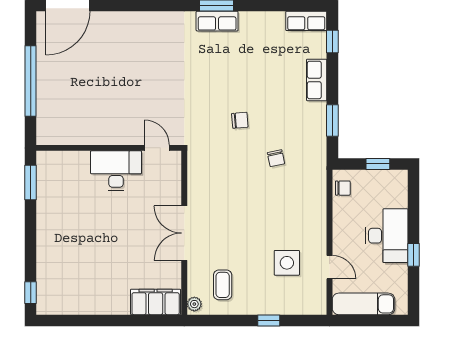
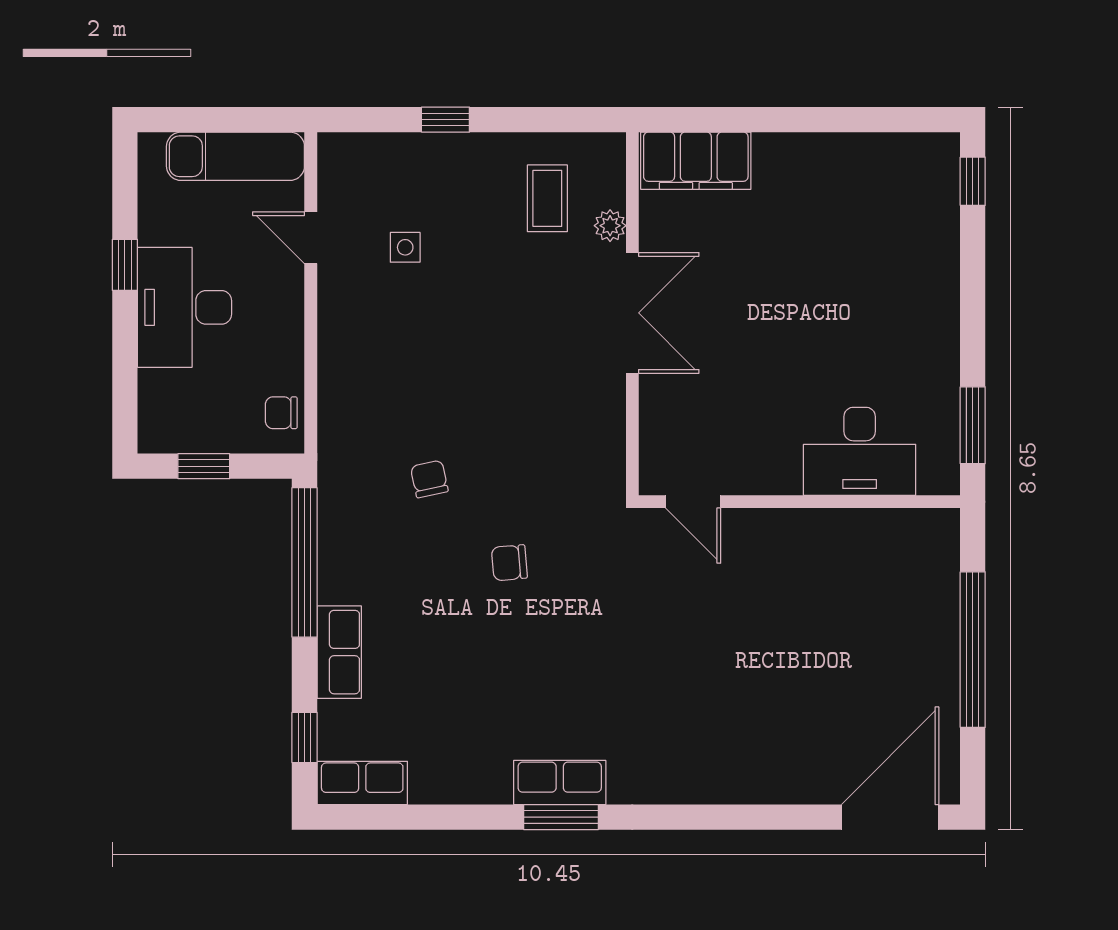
window: (332, 120) -> (304, 562), width x2.11
desk: (116, 171) -> (860, 451), moved
side table: (287, 263) -> (405, 247), width x0.54, depth x0.54
plant: (194, 304) -> (610, 226), moved

